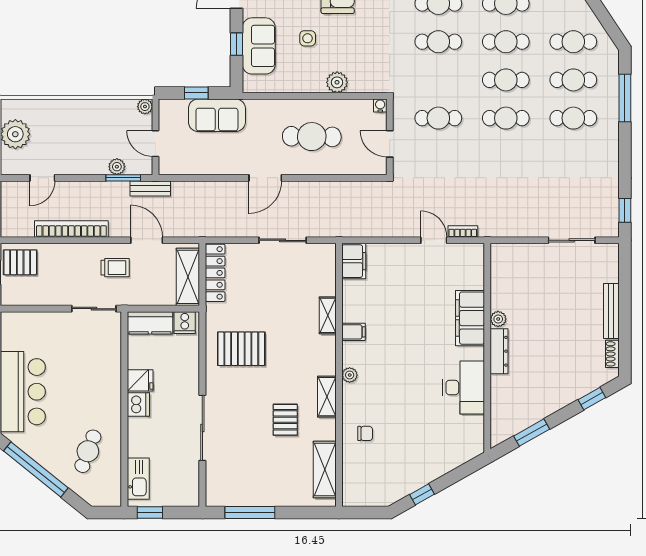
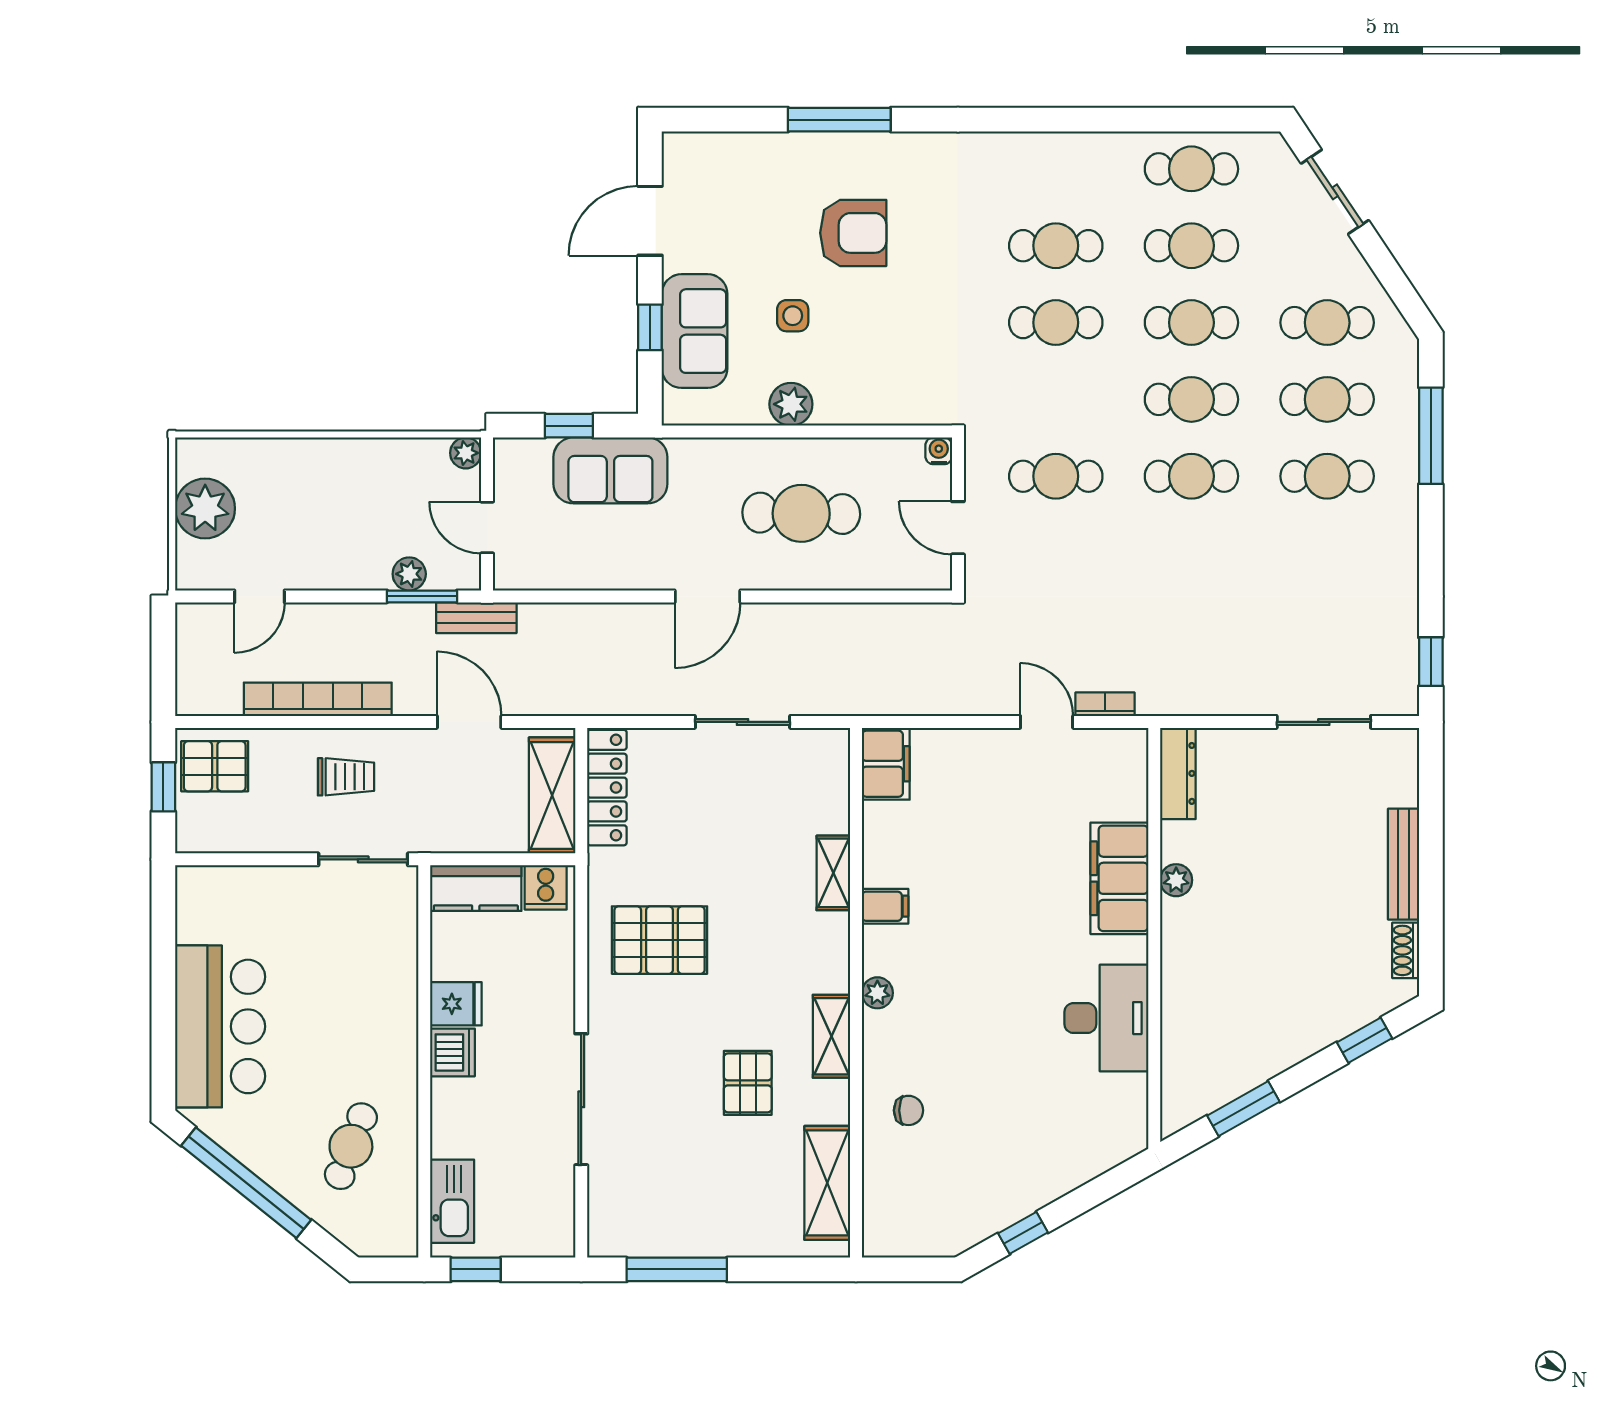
plant: (337, 82) -> (791, 404), moved
trolley: (115, 268) -> (346, 777), moved
dresser: (499, 351) -> (1178, 773), moved

